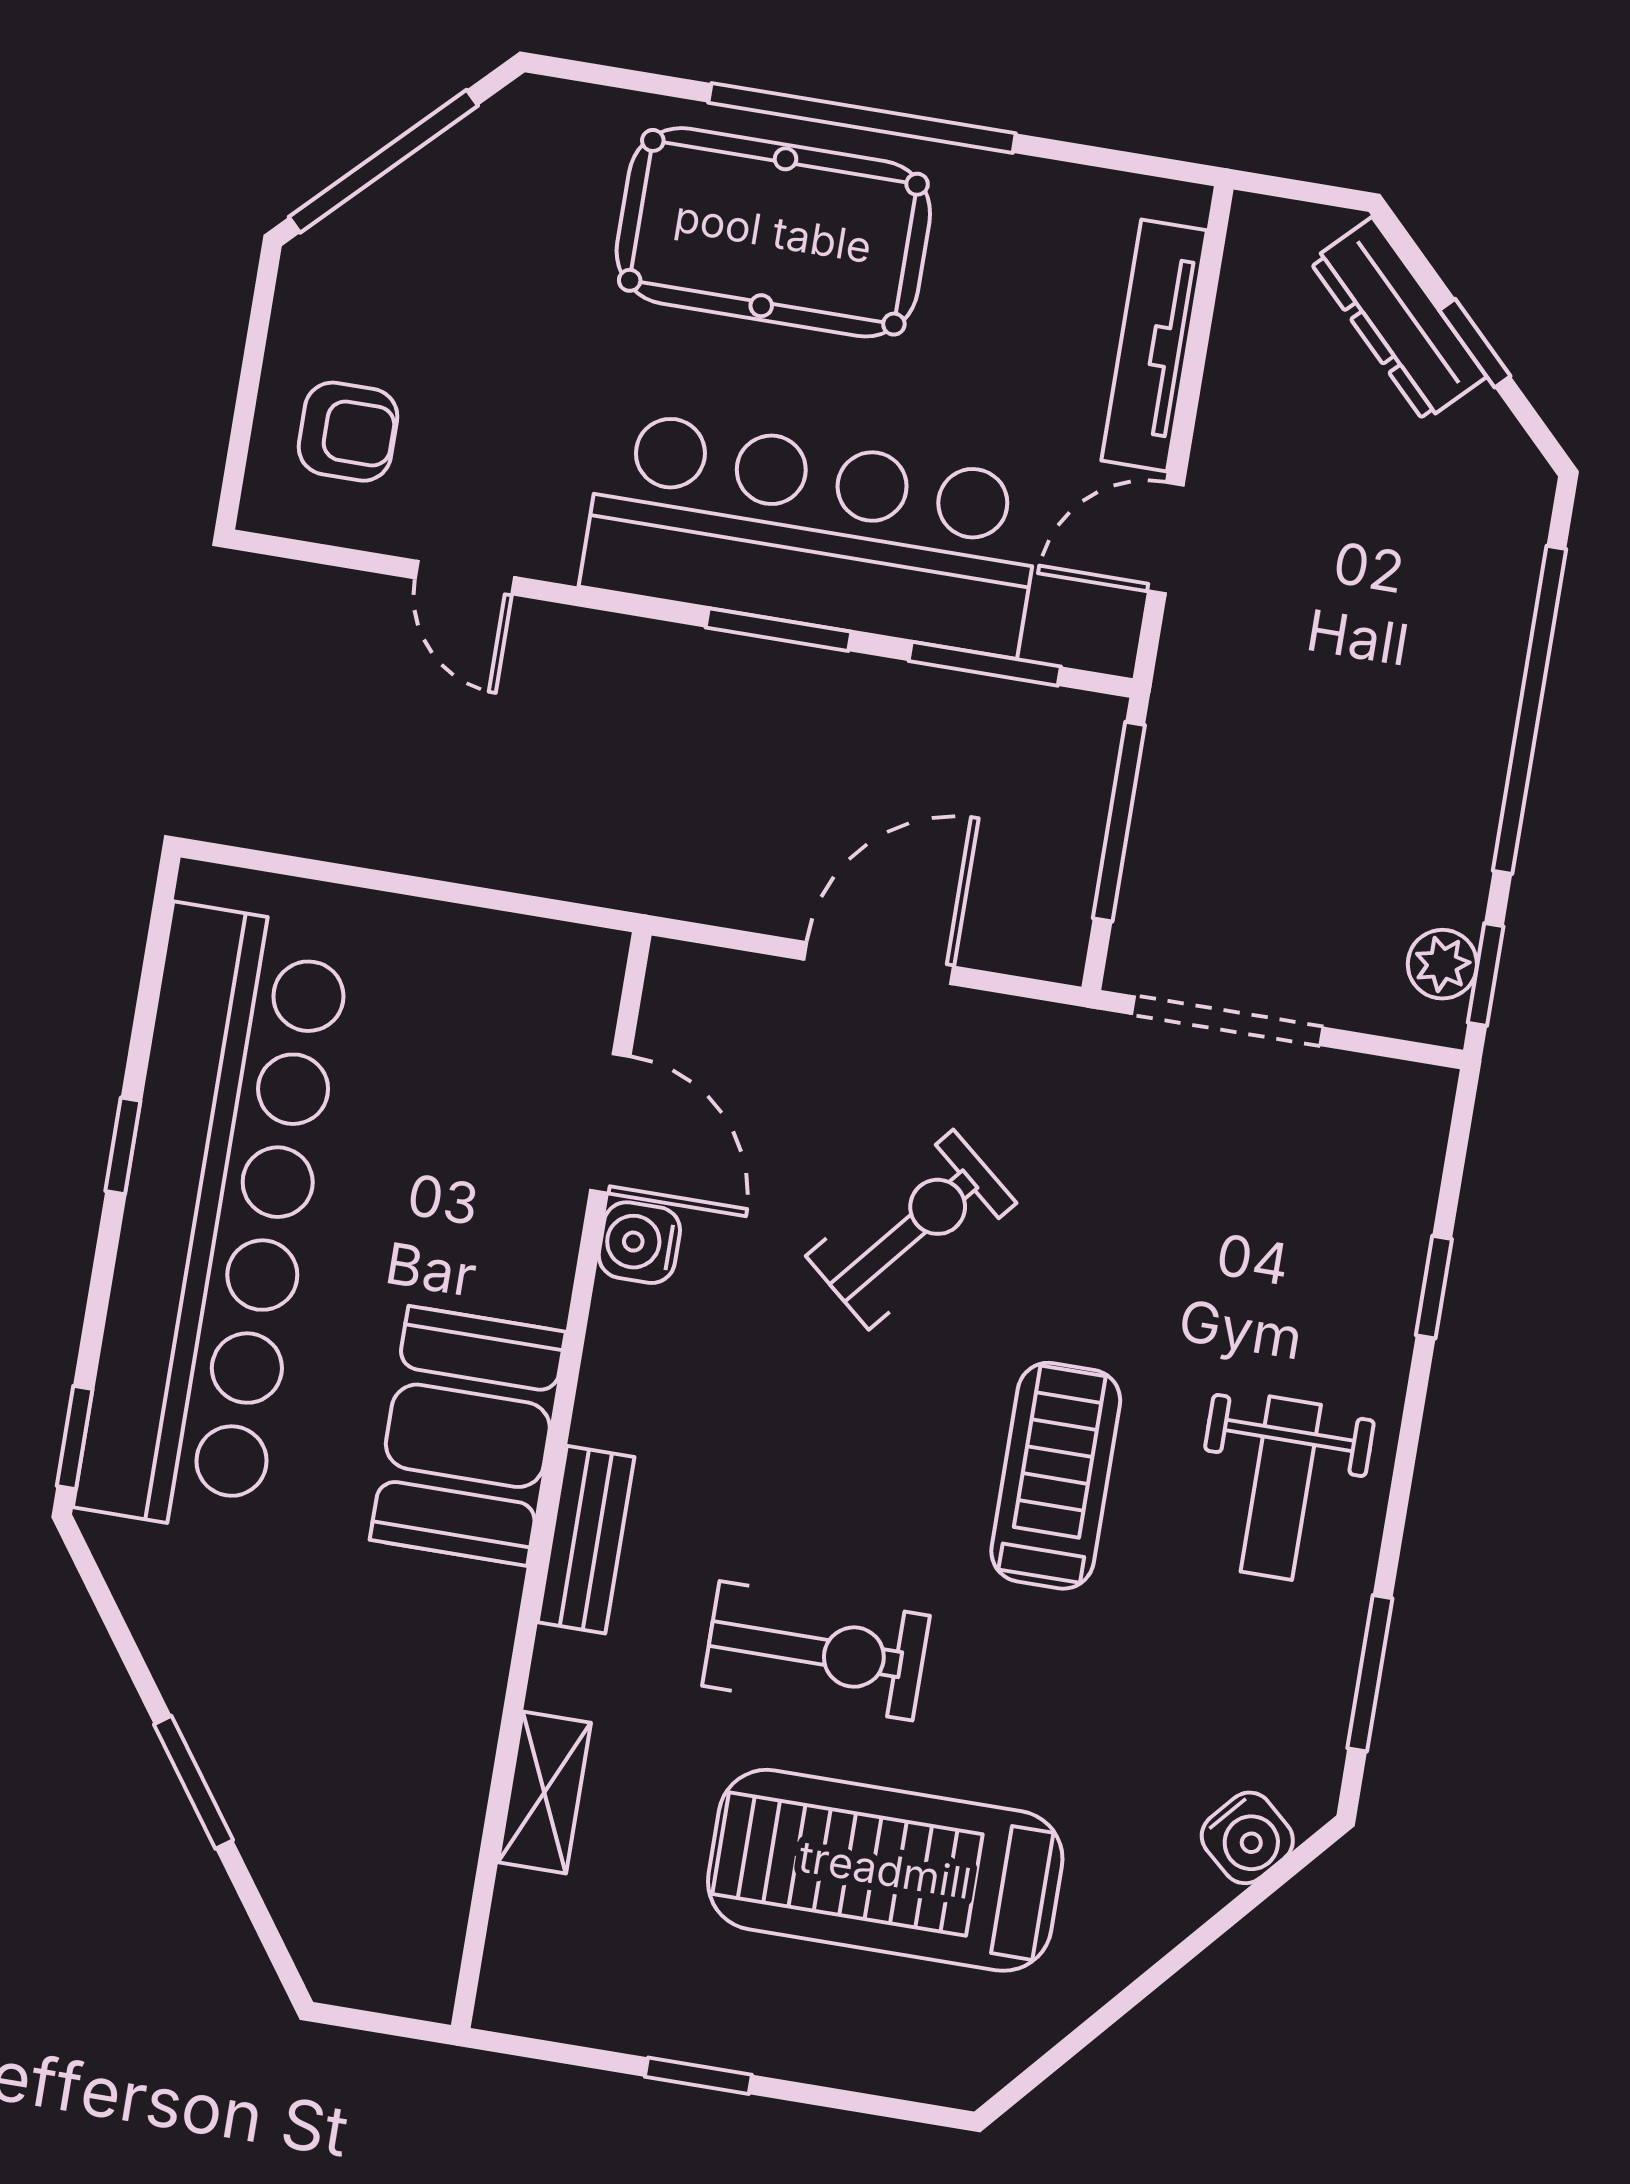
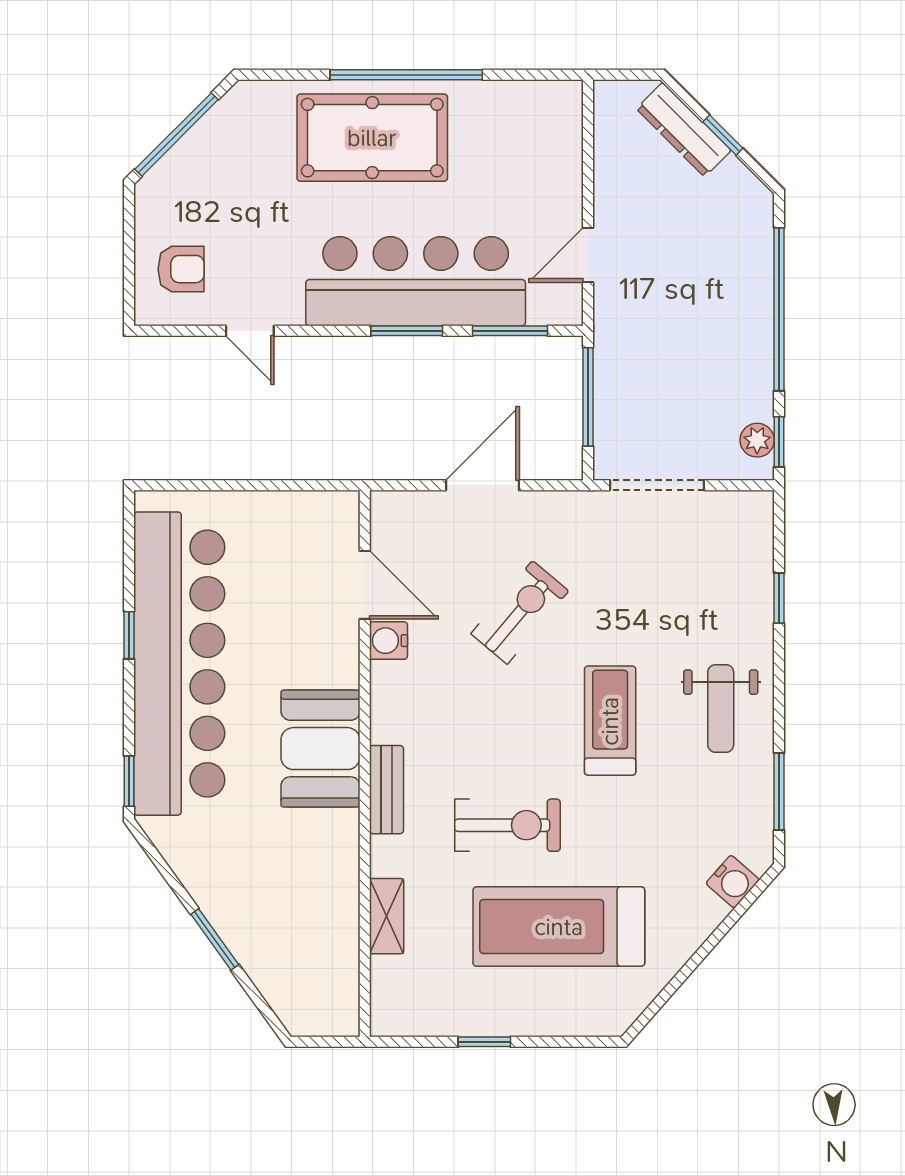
tv unit: (1154, 345) -> (567, 162), removed

